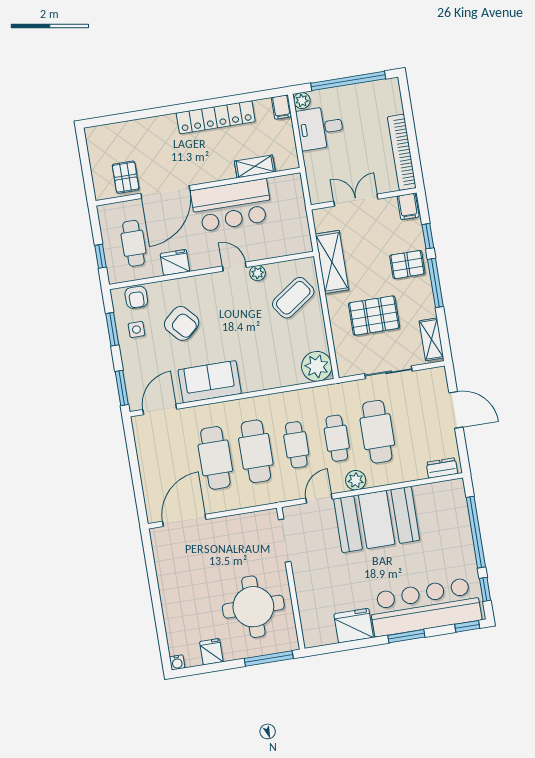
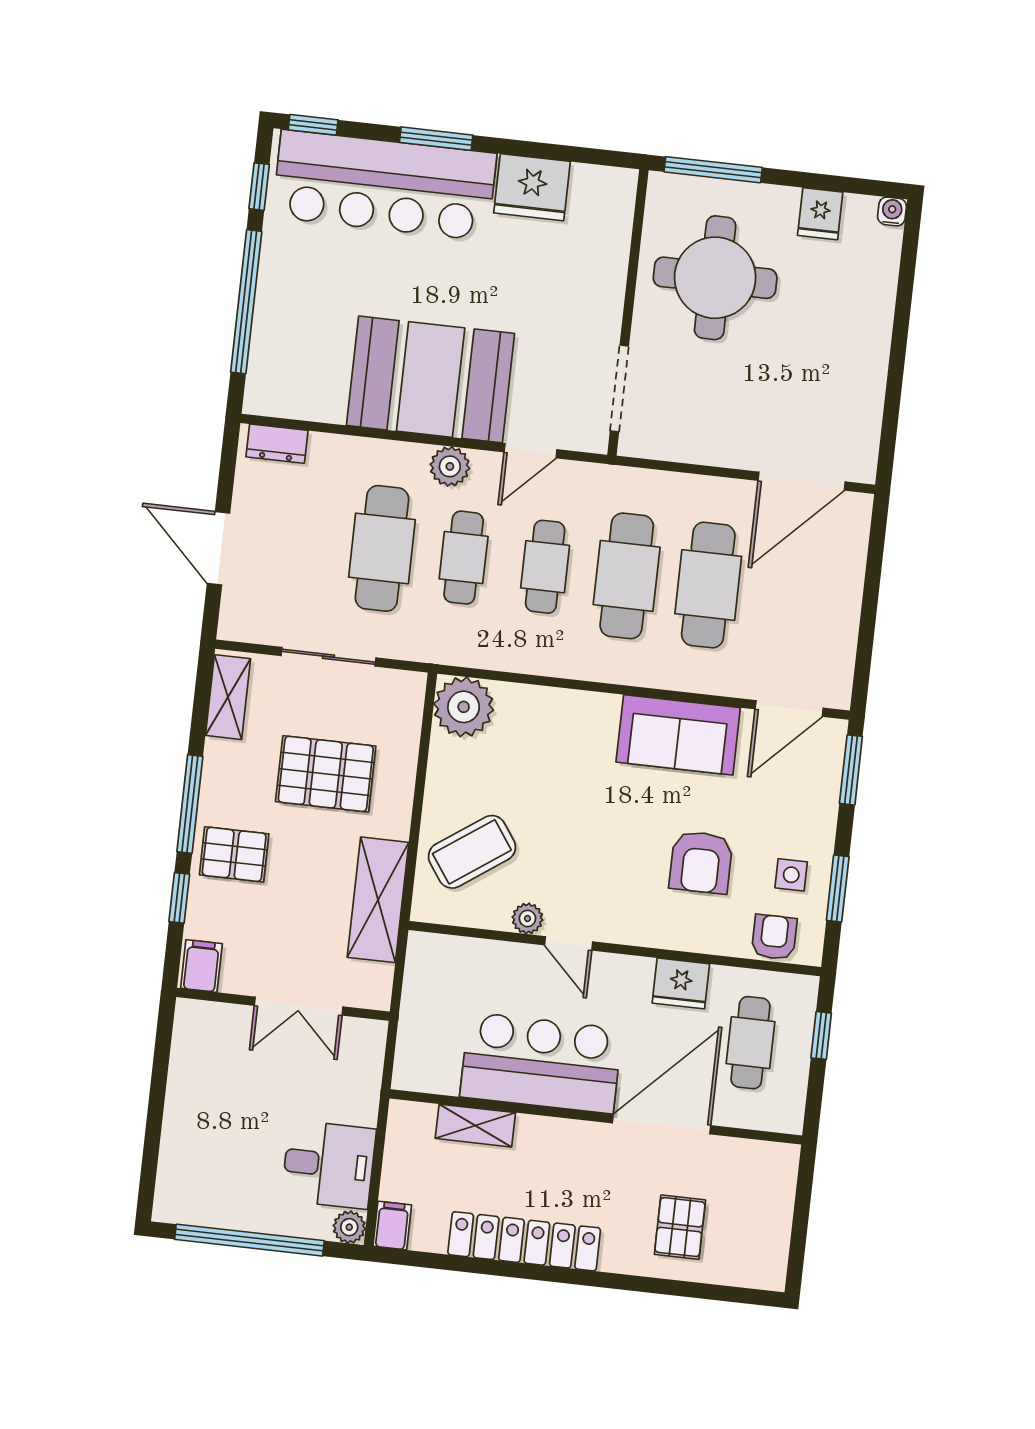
bookcase: (402, 152) -> (185, 1074), removed
pallet: (126, 177) -> (680, 1227), moved
armchair: (182, 323) -> (701, 862), turned -138

